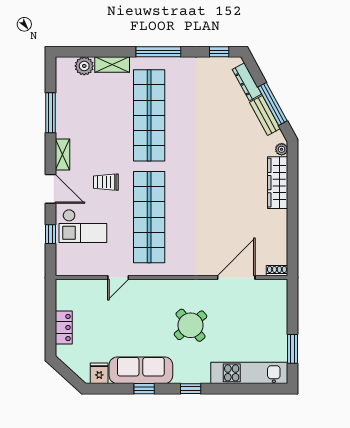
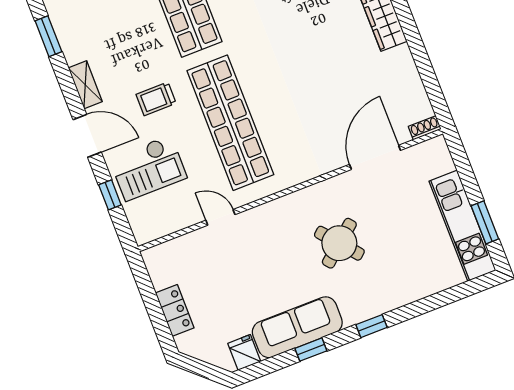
window: (51, 113) -> (48, 36), width x0.69
door: (118, 277) -> (220, 217), swing flipped
kitchen unit: (249, 373) -> (463, 226), moved, turned -90

